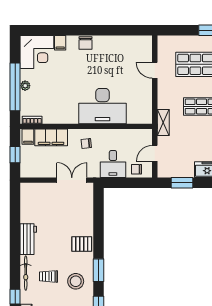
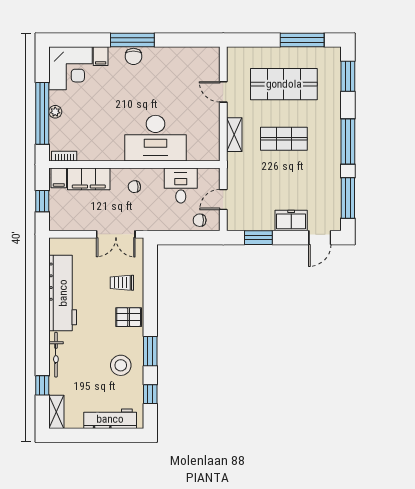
window: (85, 30) -> (132, 40), added
shelving: (163, 122) -> (234, 135), moved
desk: (113, 164) -> (181, 186), moved, turned 180
double door: (72, 180) -> (116, 234), swing flipped
workbench: (28, 239) -> (63, 293), width x1.88, depth x1.32
trolley: (49, 276) -> (122, 283), moved

